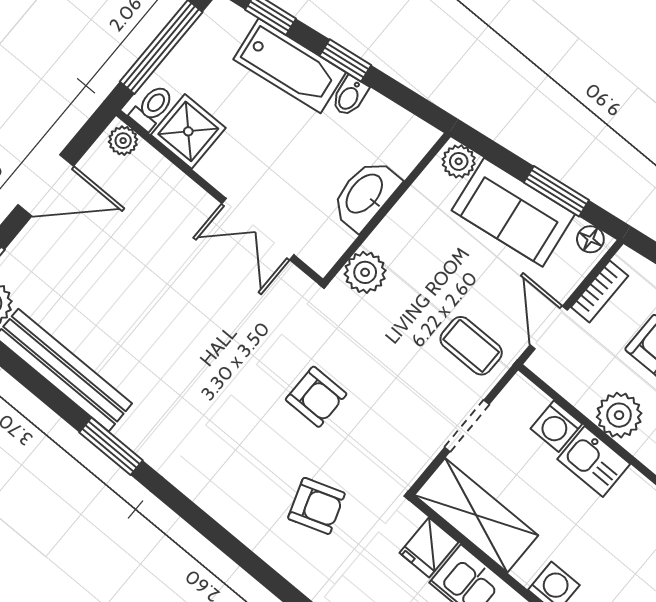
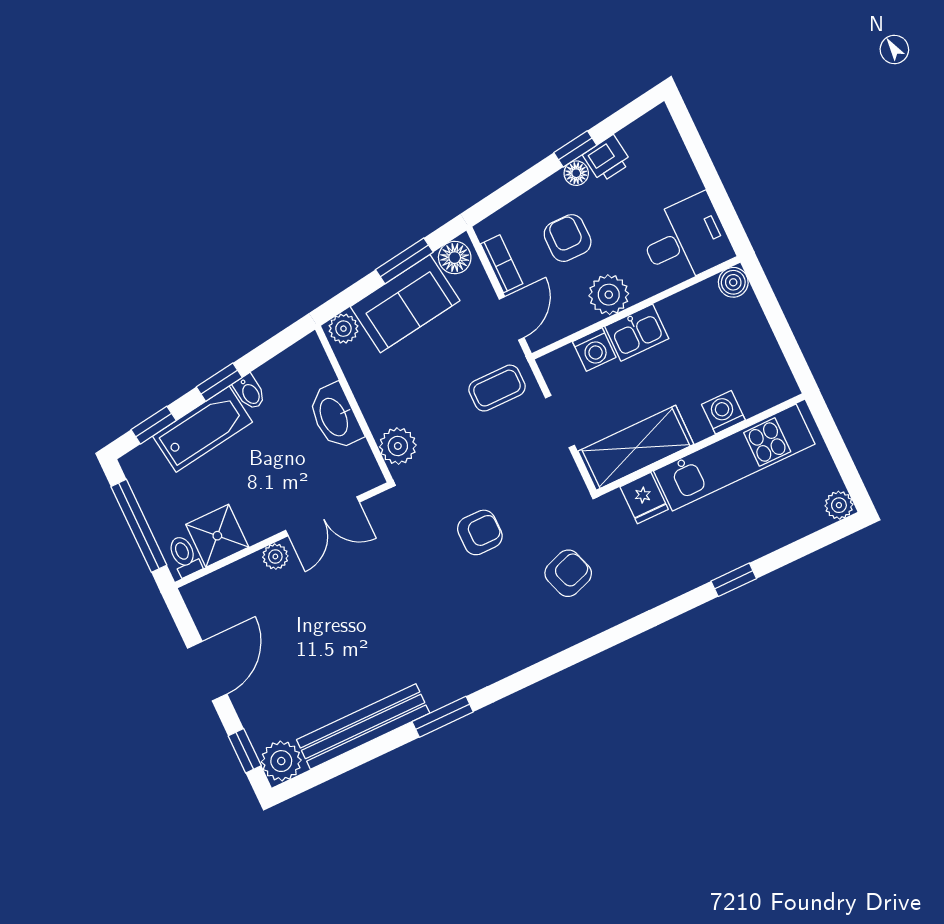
plant: (123, 141) -> (275, 557), moved
floor lamp: (590, 239) -> (455, 258), width x1.37, depth x1.37
door: (549, 327) -> (512, 318), swing flipped

